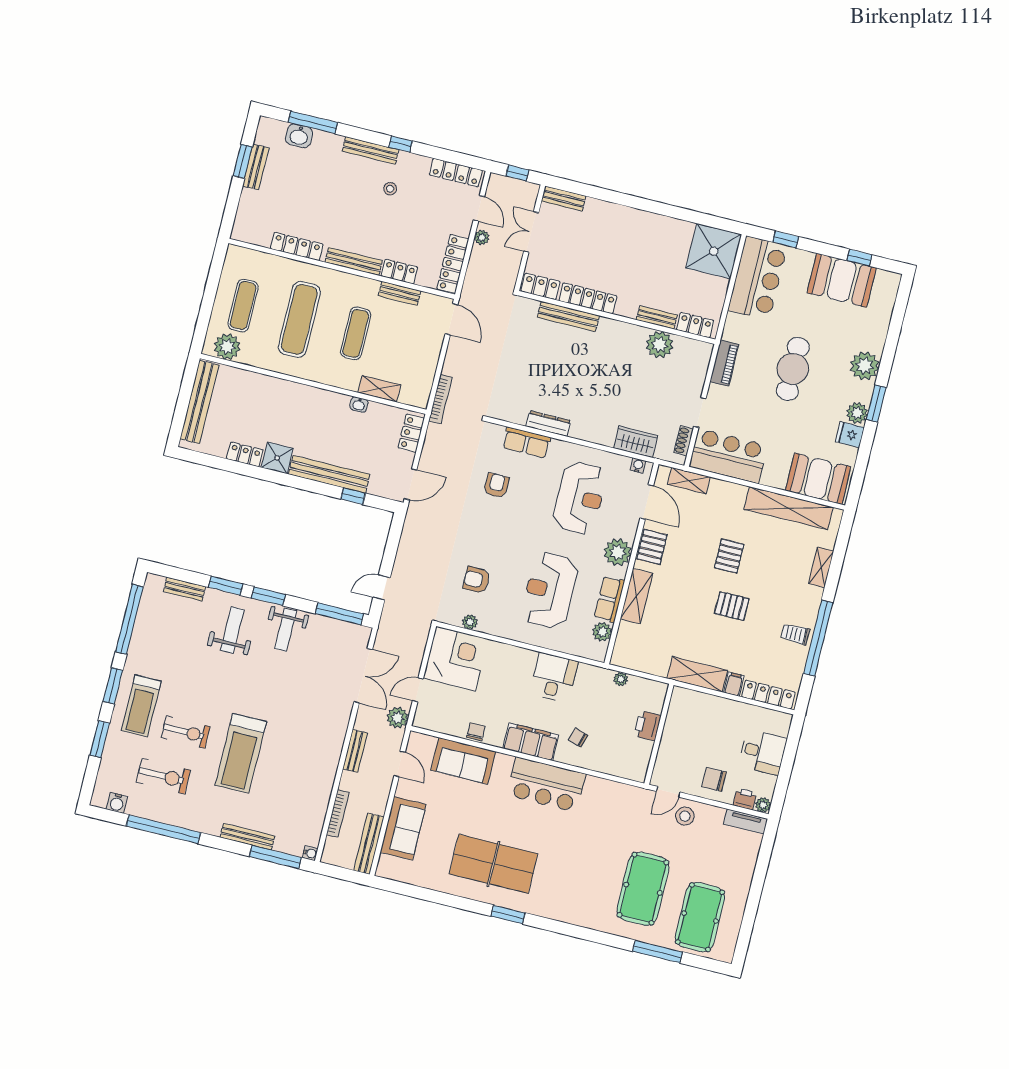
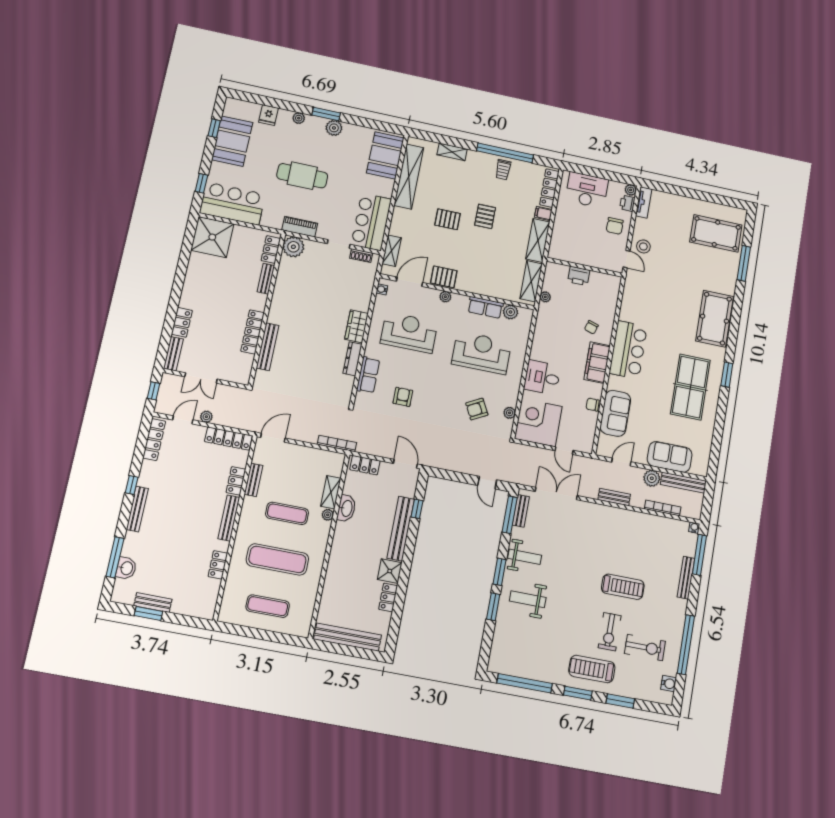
stool: (390, 189) -> (169, 492), removed
locker: (297, 246) -> (218, 565), width x0.66
locker: (540, 286) -> (182, 322), moved, turned 180
plant: (660, 345) -> (293, 247), moved
plant: (227, 347) -> (328, 515), moved, width x0.53, depth x0.53
plant: (865, 366) -> (299, 118), width x0.53, depth x0.53
washbasin: (359, 405) -> (346, 508), width x1.91, depth x1.45
fridge: (850, 435) -> (268, 115), moved
wardrobe: (636, 442) -> (356, 326), moved
armchair: (496, 486) -> (403, 397), turned 90
plant: (618, 552) -> (445, 297), width x0.53, depth x0.53
armchair: (477, 580) -> (477, 409), turned 62
bench: (185, 589) -> (521, 511), moved
reception desk: (550, 590) -> (482, 353), turned 180
shelving: (637, 596) -> (531, 281), moved, turned 90
desk: (554, 678) -> (542, 377), moved
treadmill: (141, 706) -> (592, 669), turned 180
plant: (398, 718) -> (652, 478), moved
exercise bike: (186, 732) -> (610, 632), turned 180
desk: (763, 752) -> (587, 190), width x1.37
treadmill: (241, 753) -> (623, 587), width x0.73, depth x0.73
exercise bike: (163, 776) -> (645, 647), turned 90
pool table: (643, 889) -> (714, 319), moved, turned 90

